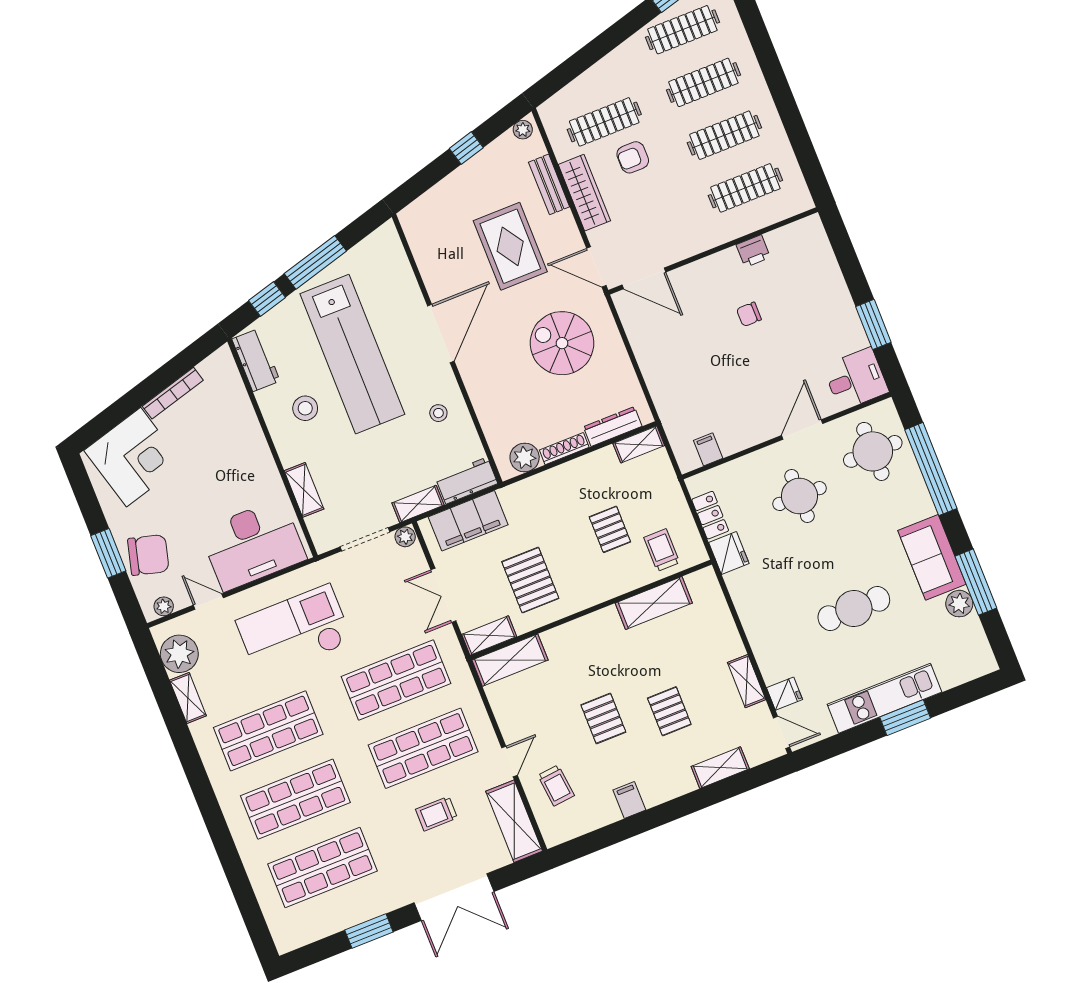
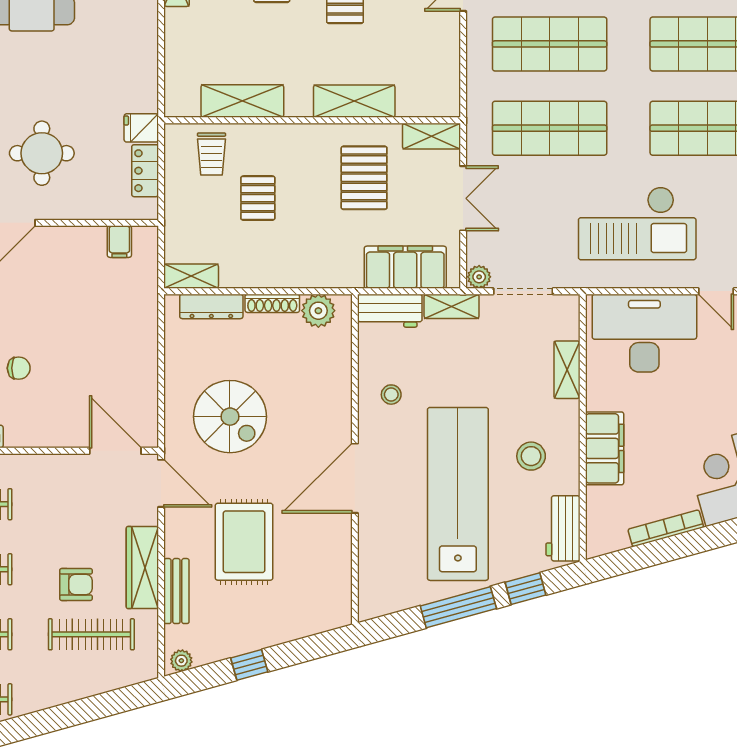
filing cabinet: (248, 438) -> (605, 448), added
fridge: (729, 553) -> (141, 128), width x0.72
shelving: (510, 660) -> (354, 101), moved

